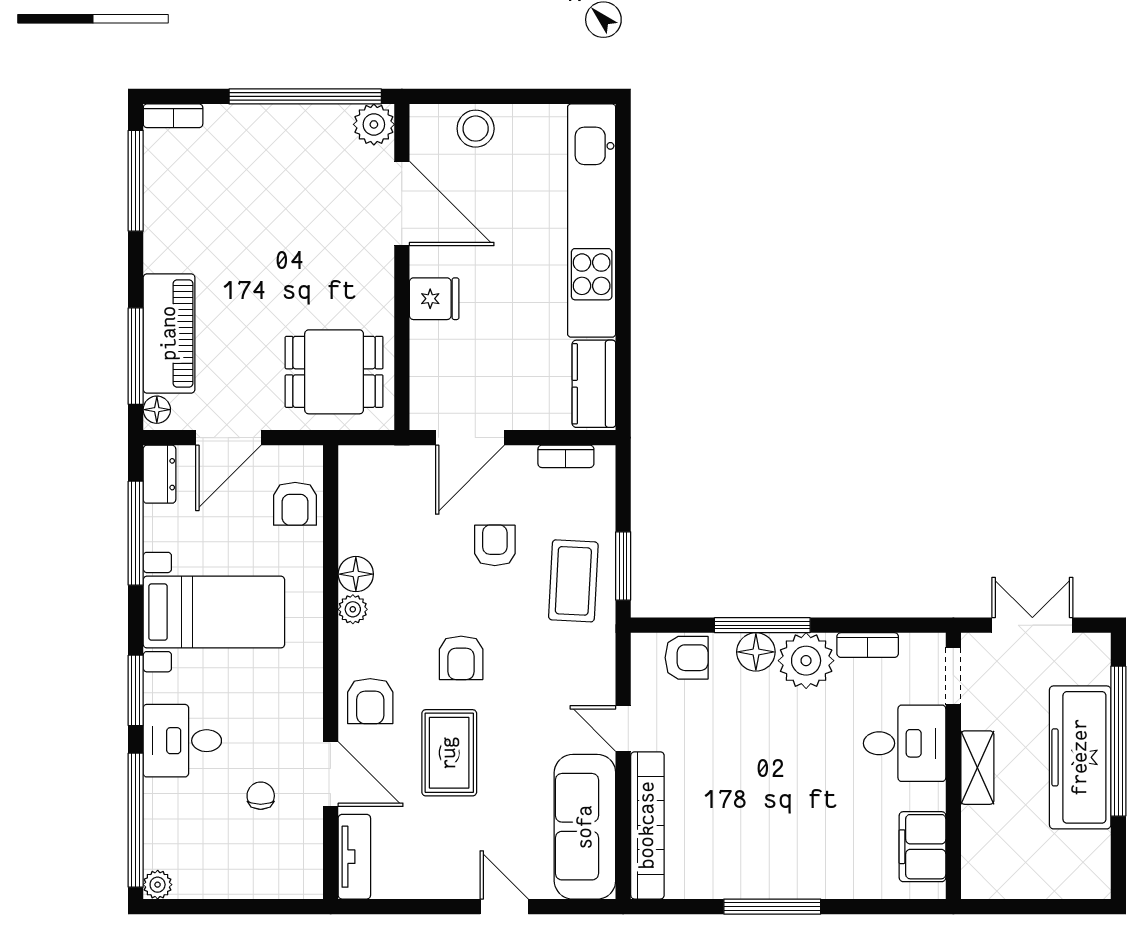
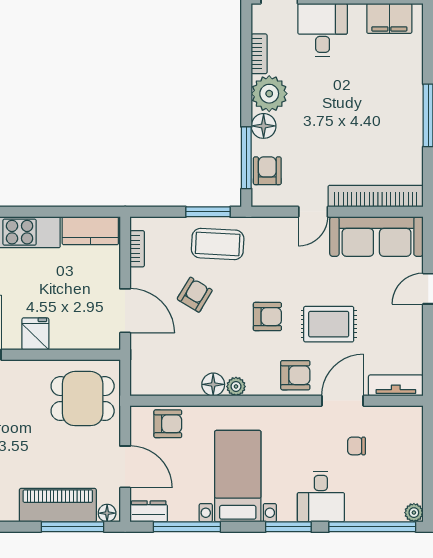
dining table: (334, 372) -> (83, 399), turned 90
armchair: (495, 545) -> (195, 295), turned 121
window: (762, 625) -> (246, 158), moved

